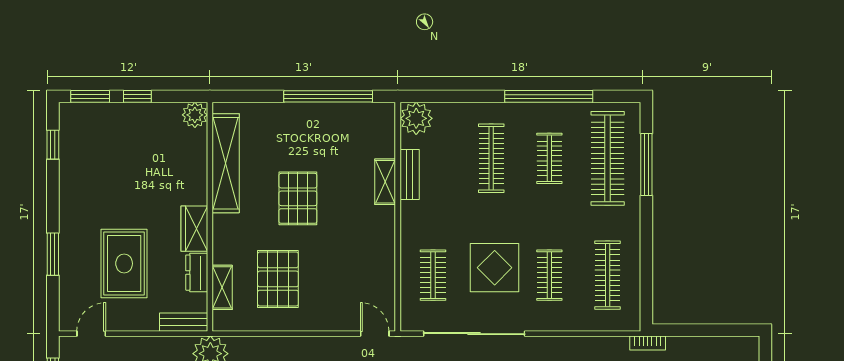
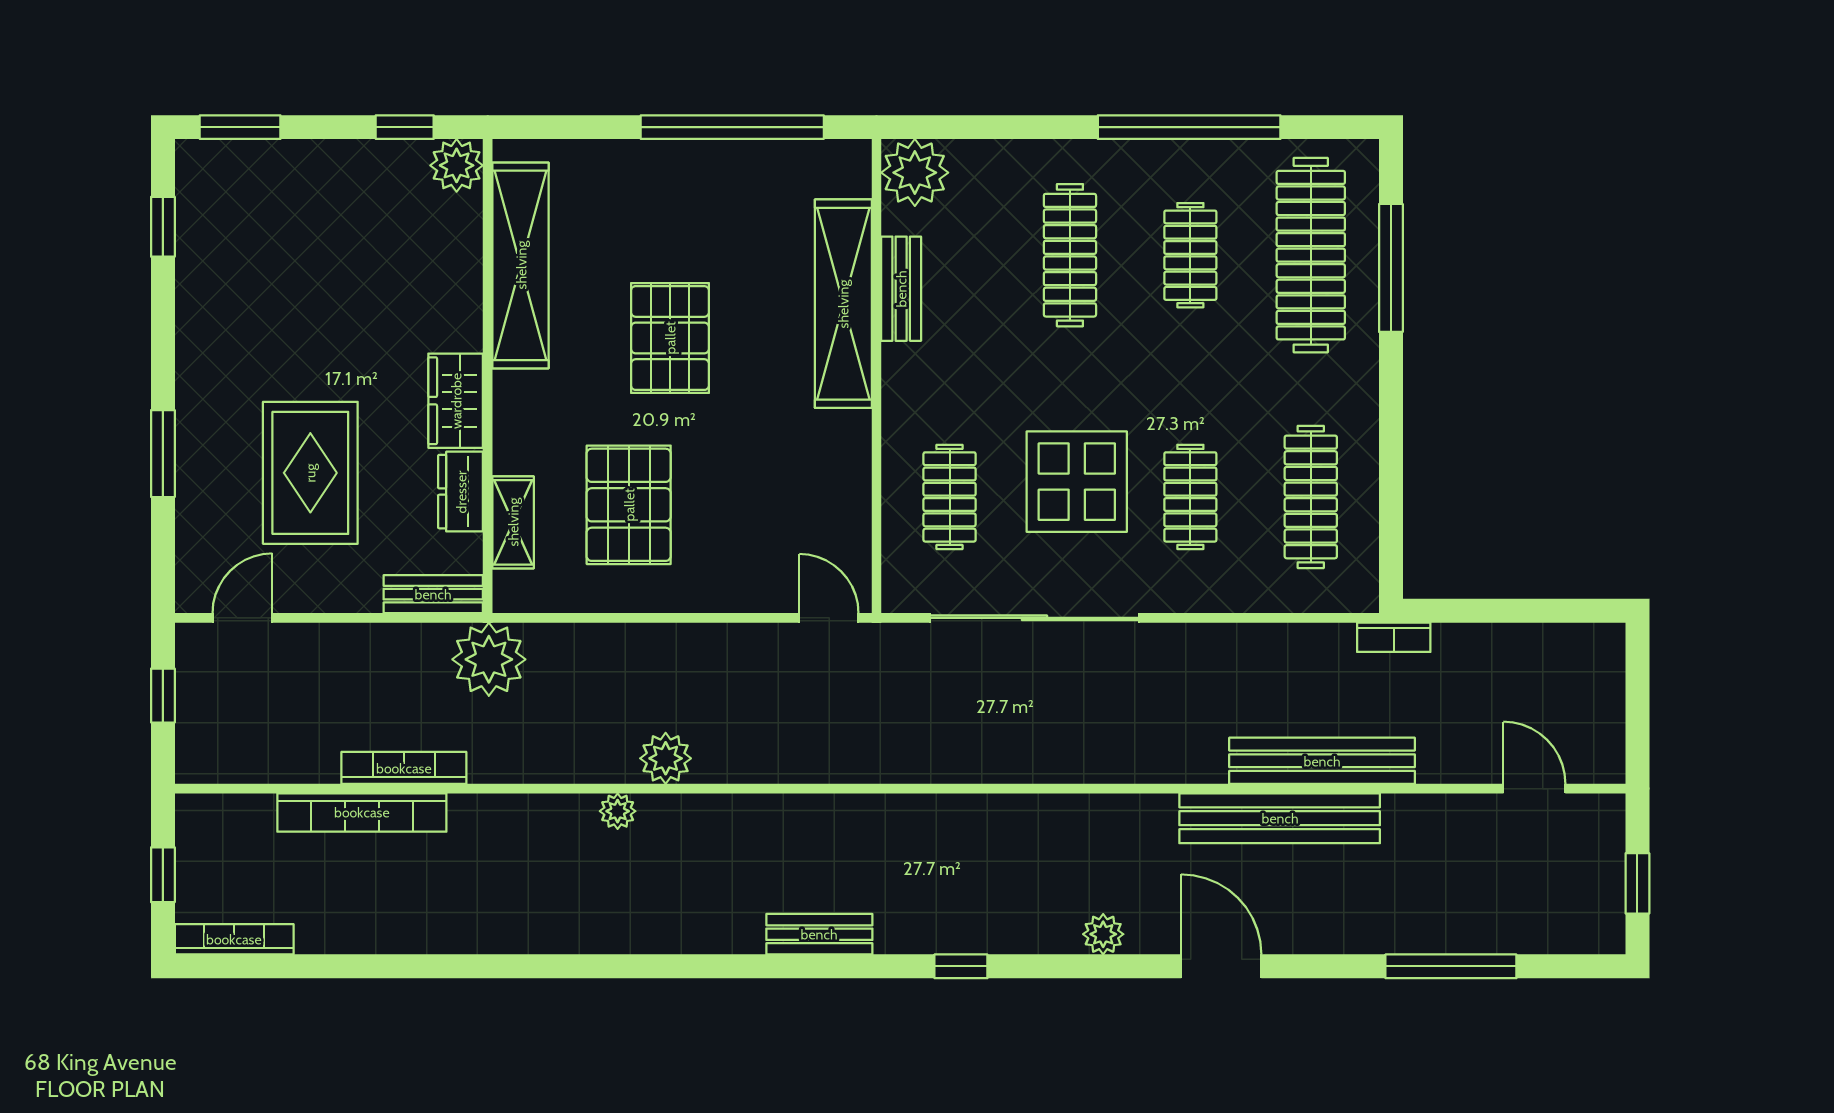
window: (137, 96) -> (405, 127), moved
shelving: (385, 182) -> (843, 304), width x2.20, depth x1.33

